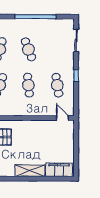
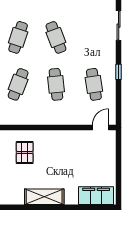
door: (62, 118) -> (101, 127), hinge flipped
shelving: (30, 171) -> (44, 197), moved

